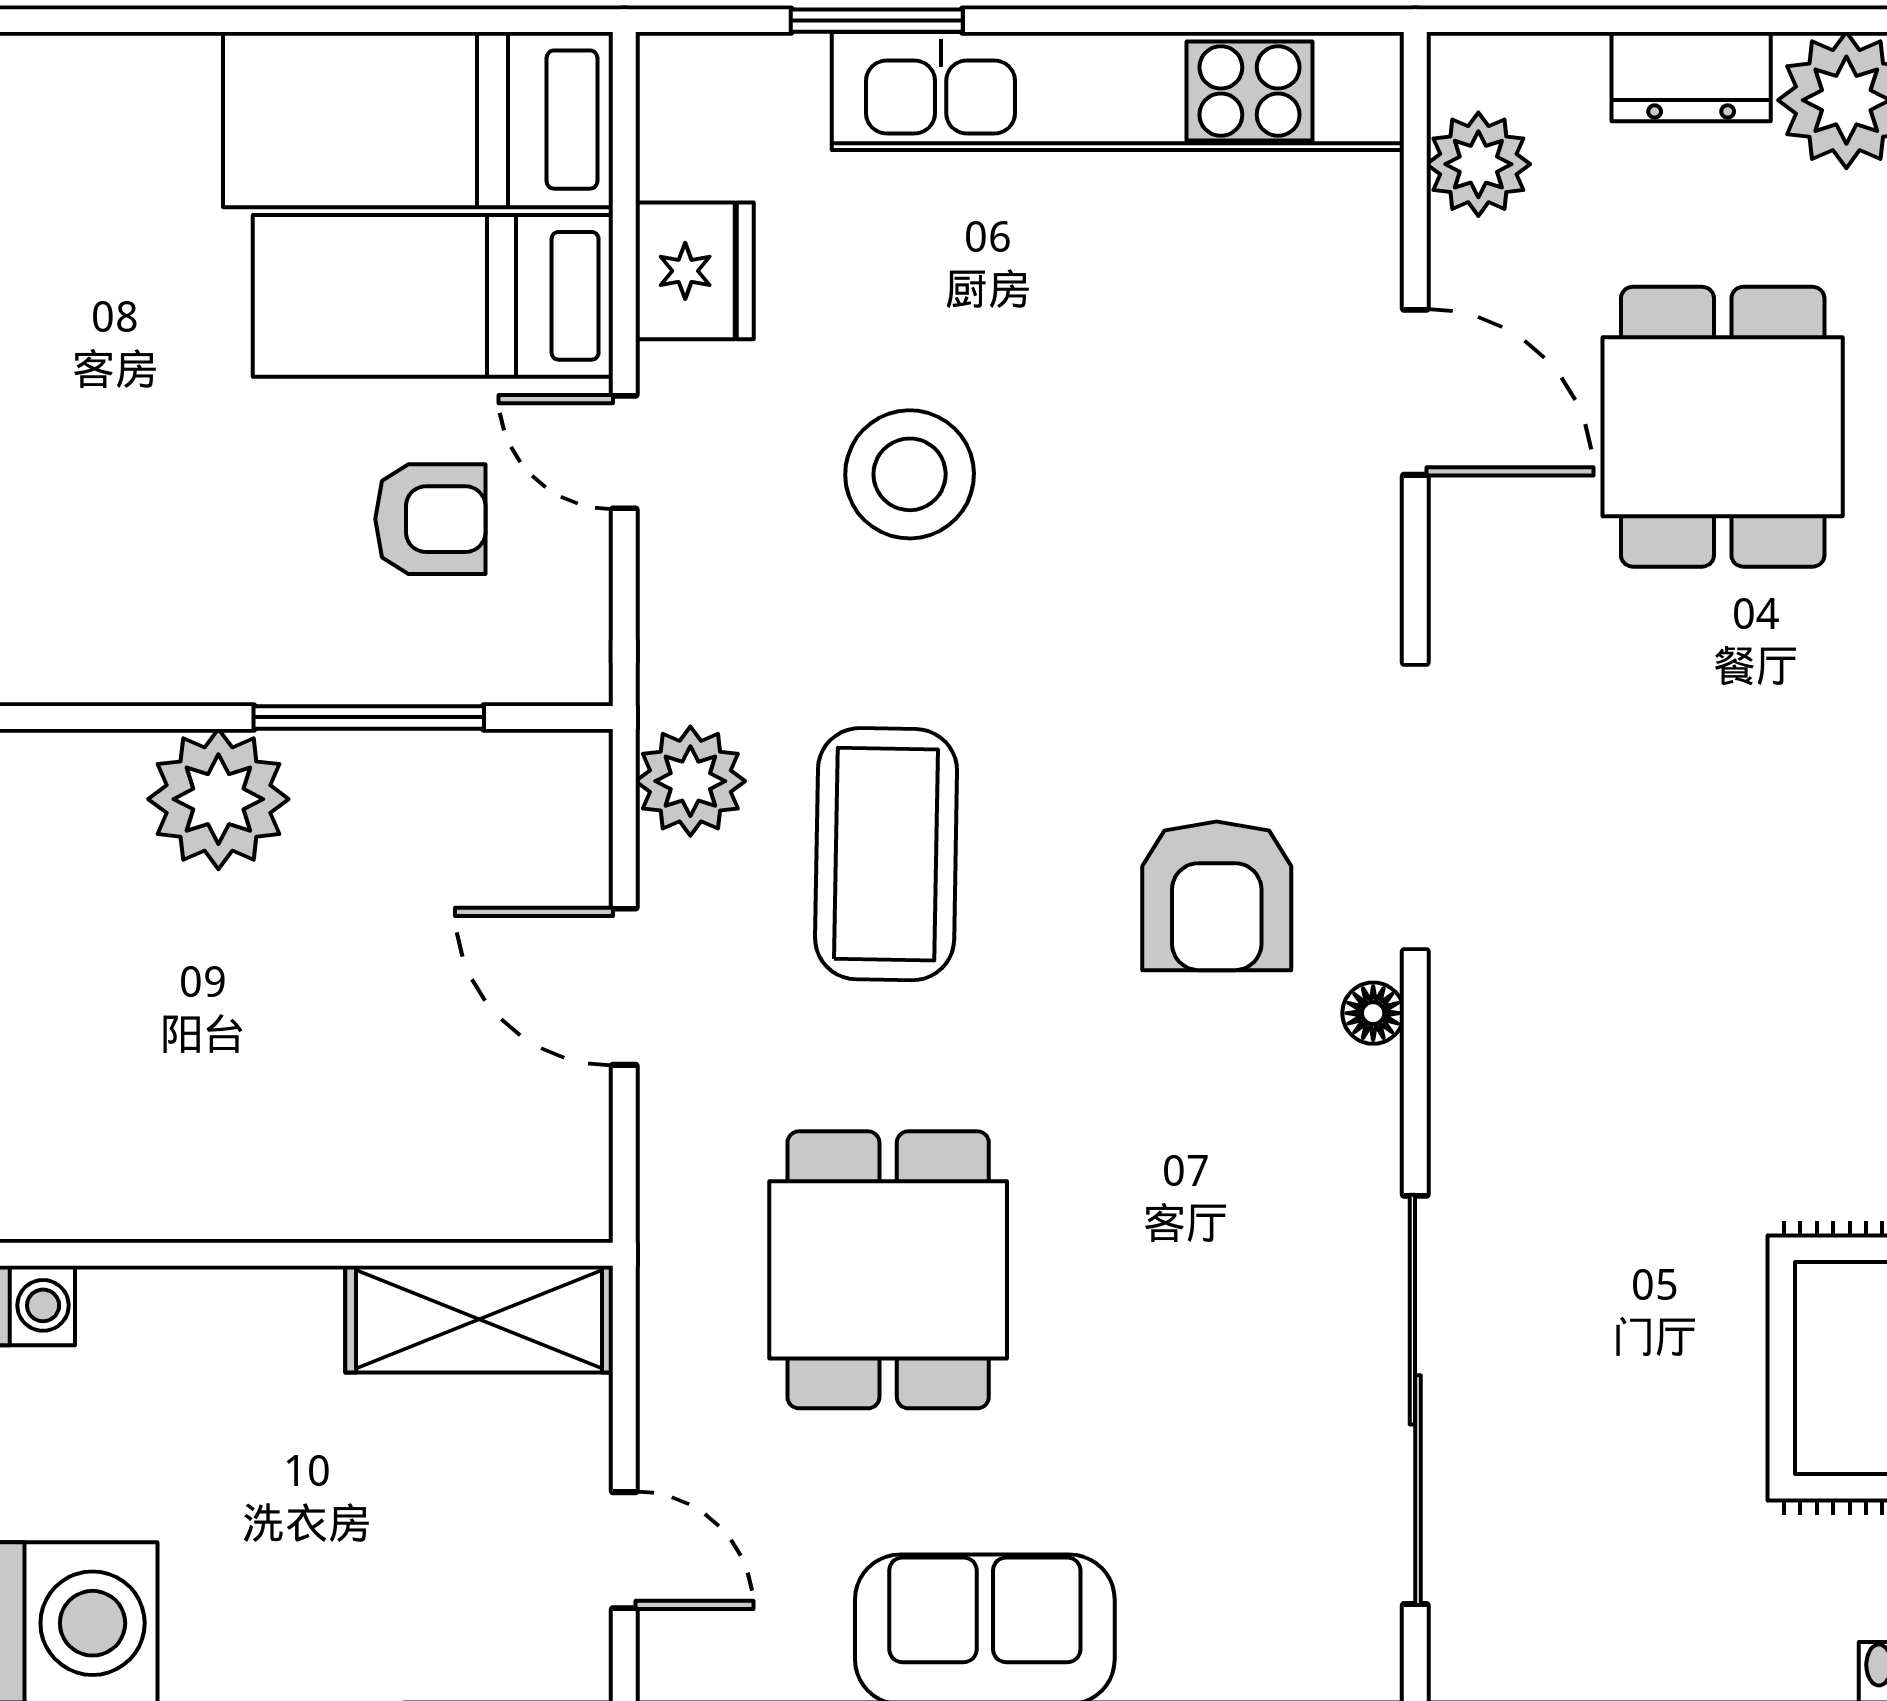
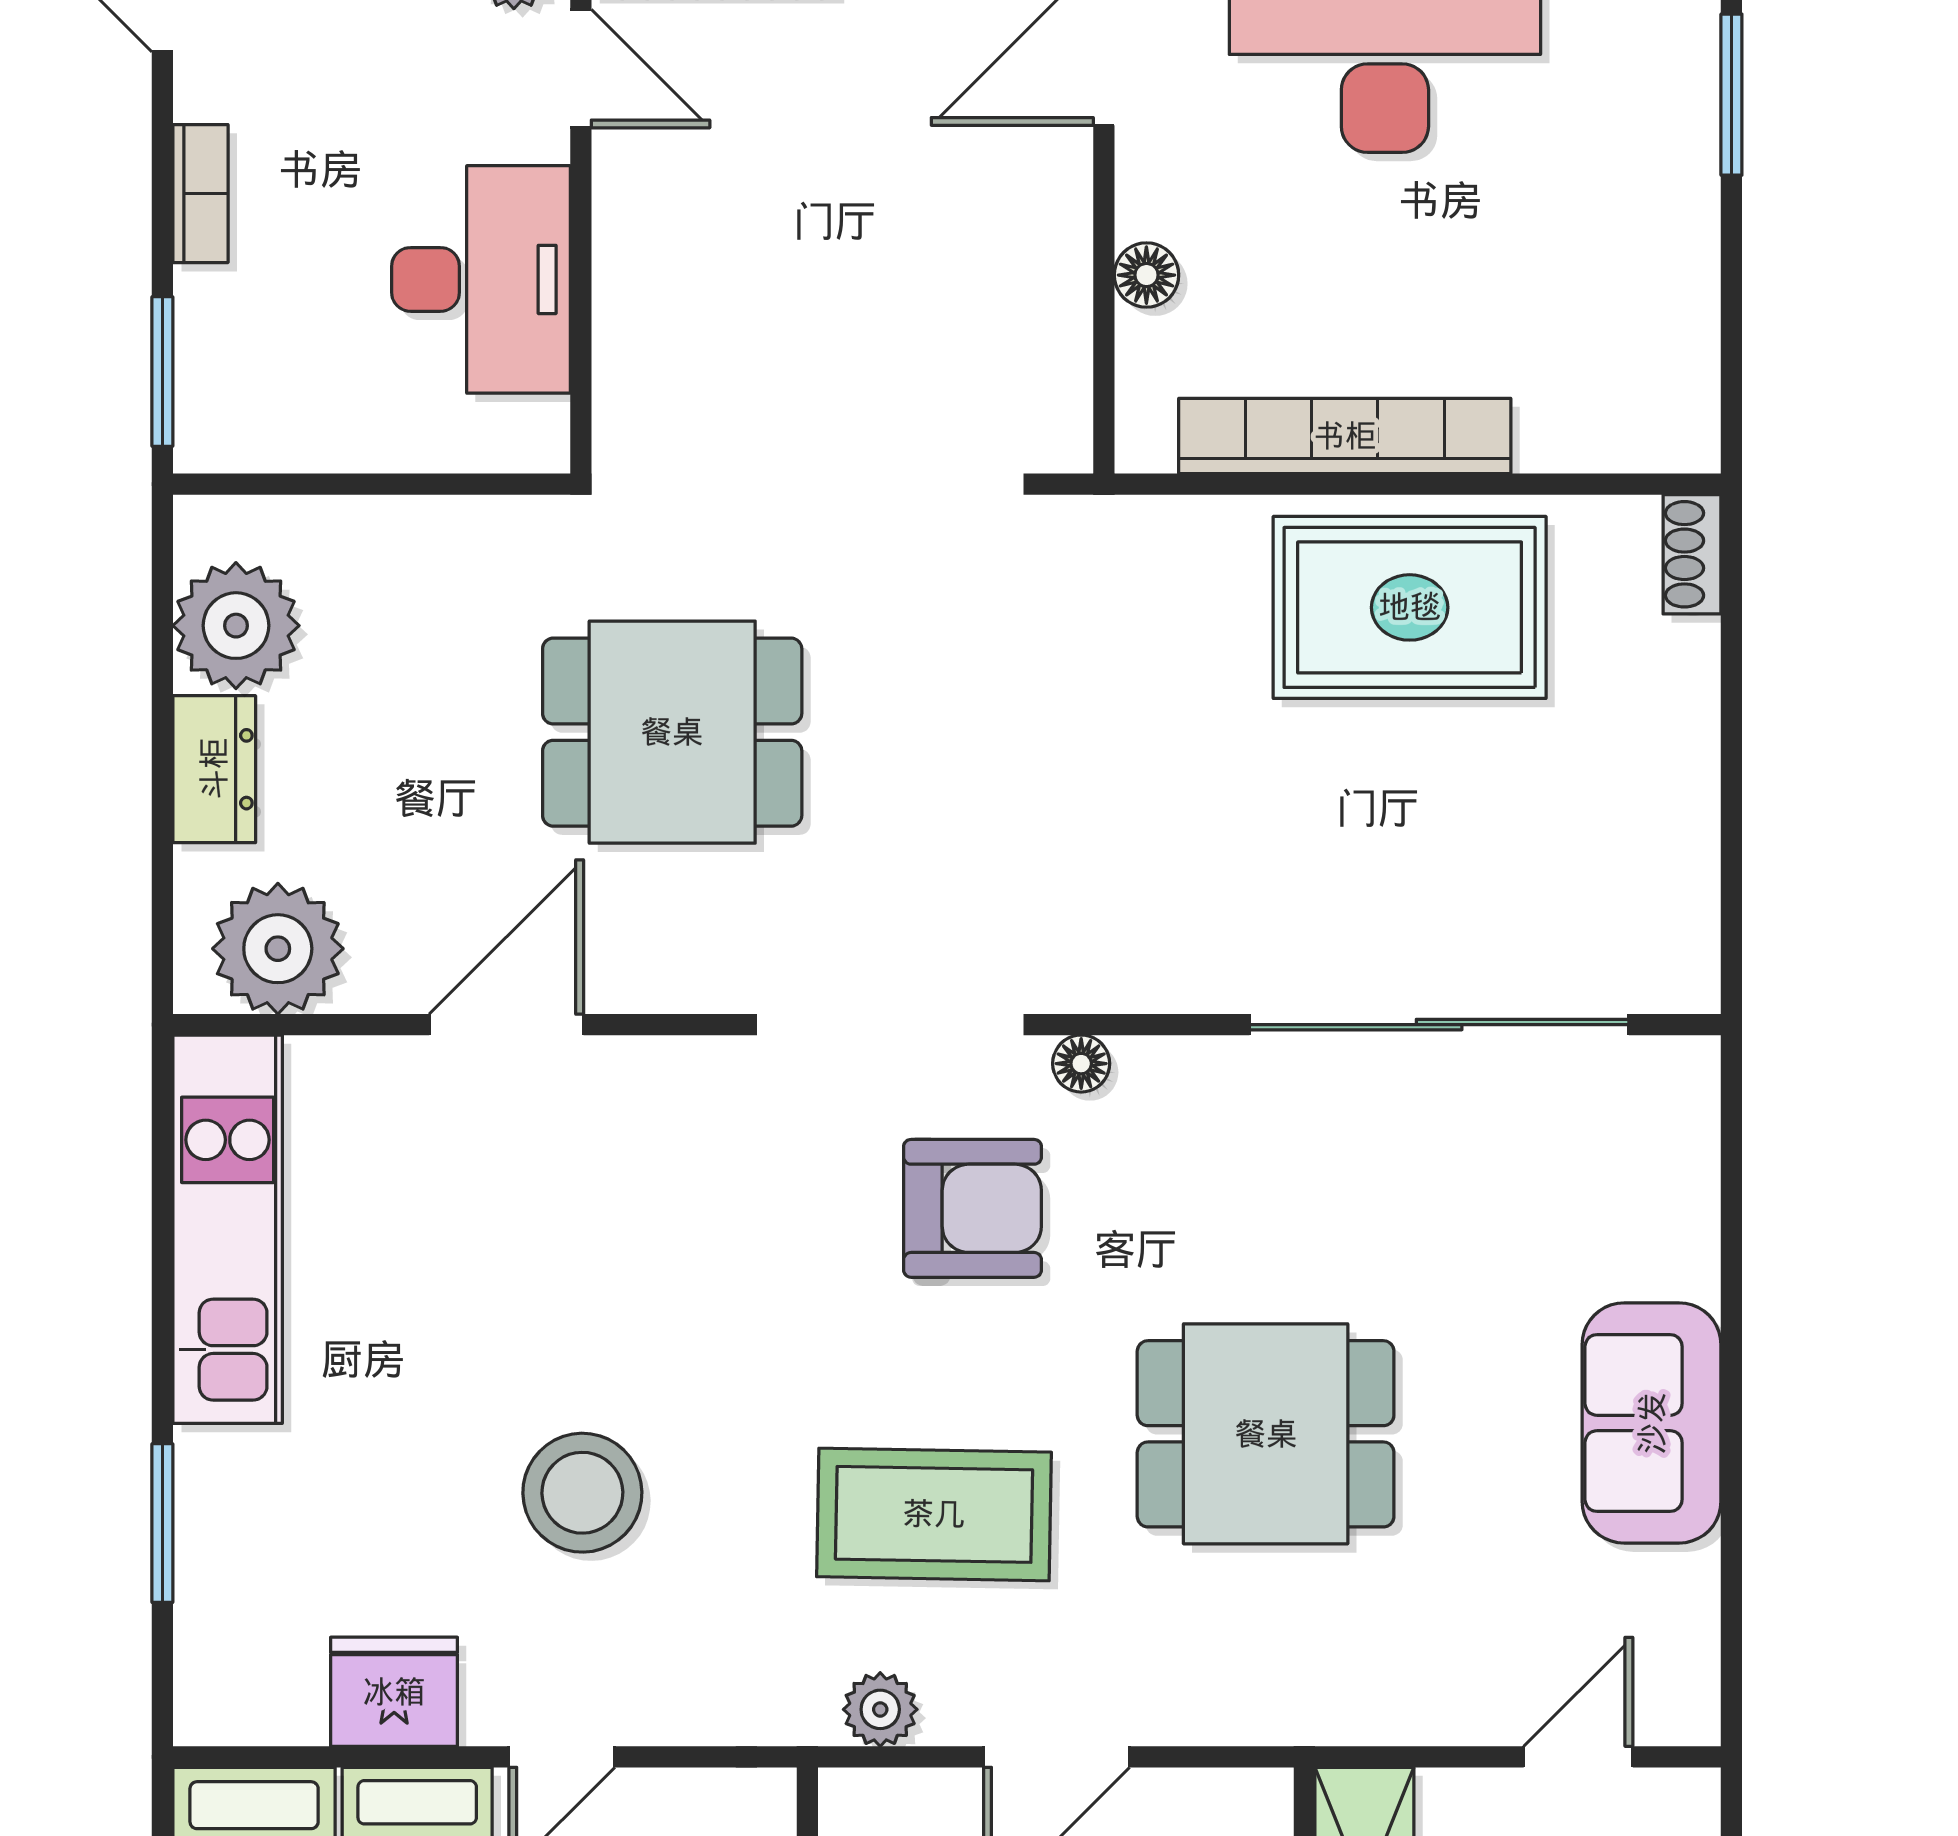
kitchen unit: (1118, 91) -> (228, 1229), width x0.73
plant: (1478, 164) -> (278, 949), width x1.36, depth x1.36
dining table: (1723, 427) -> (672, 732), moved
plant: (690, 781) -> (880, 1709), width x0.73, depth x0.73
dining table: (888, 1270) -> (1266, 1434), moved

